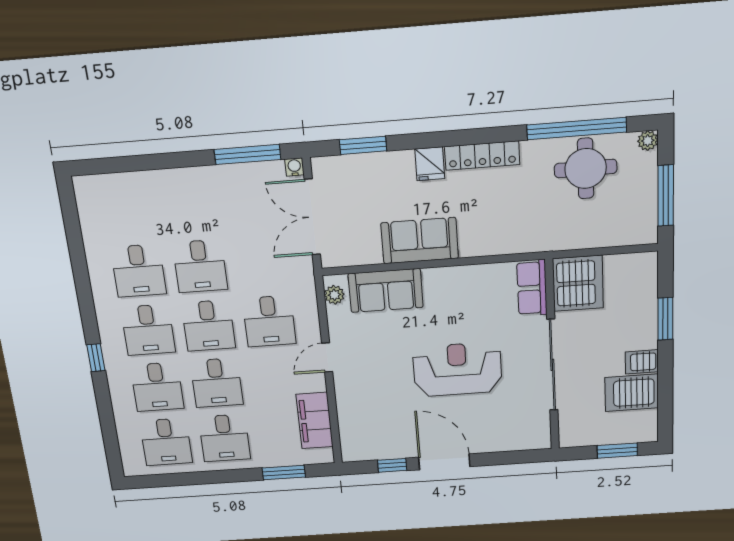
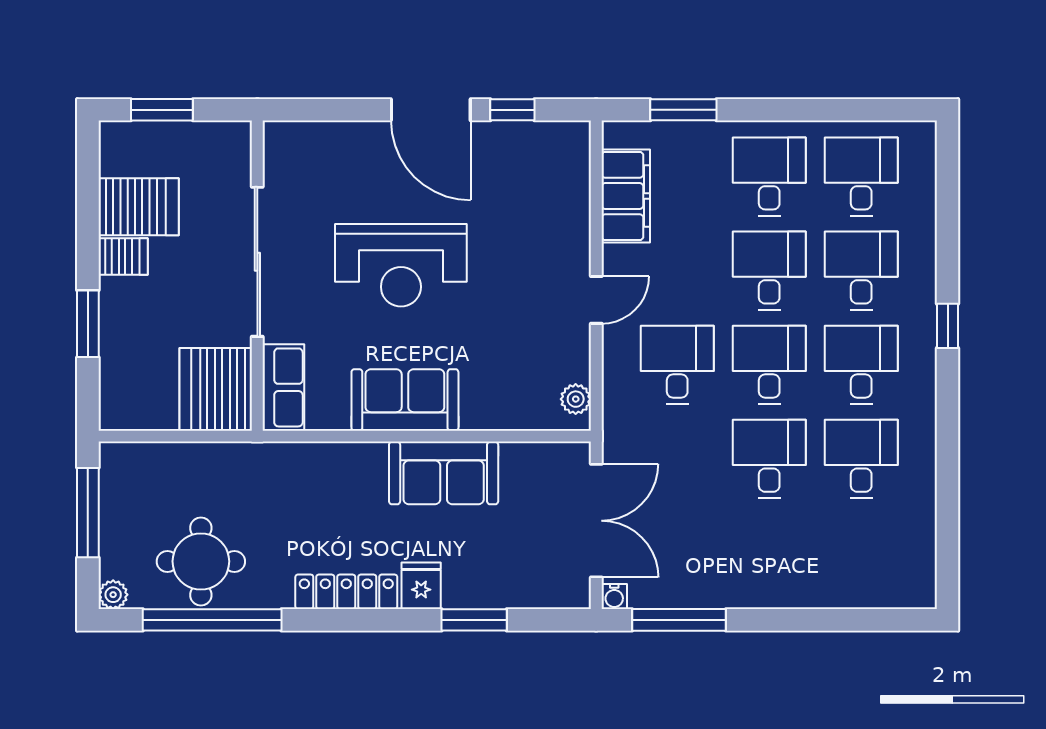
window: (363, 145) -> (474, 620), moved
sofa: (386, 291) -> (405, 400), moved

